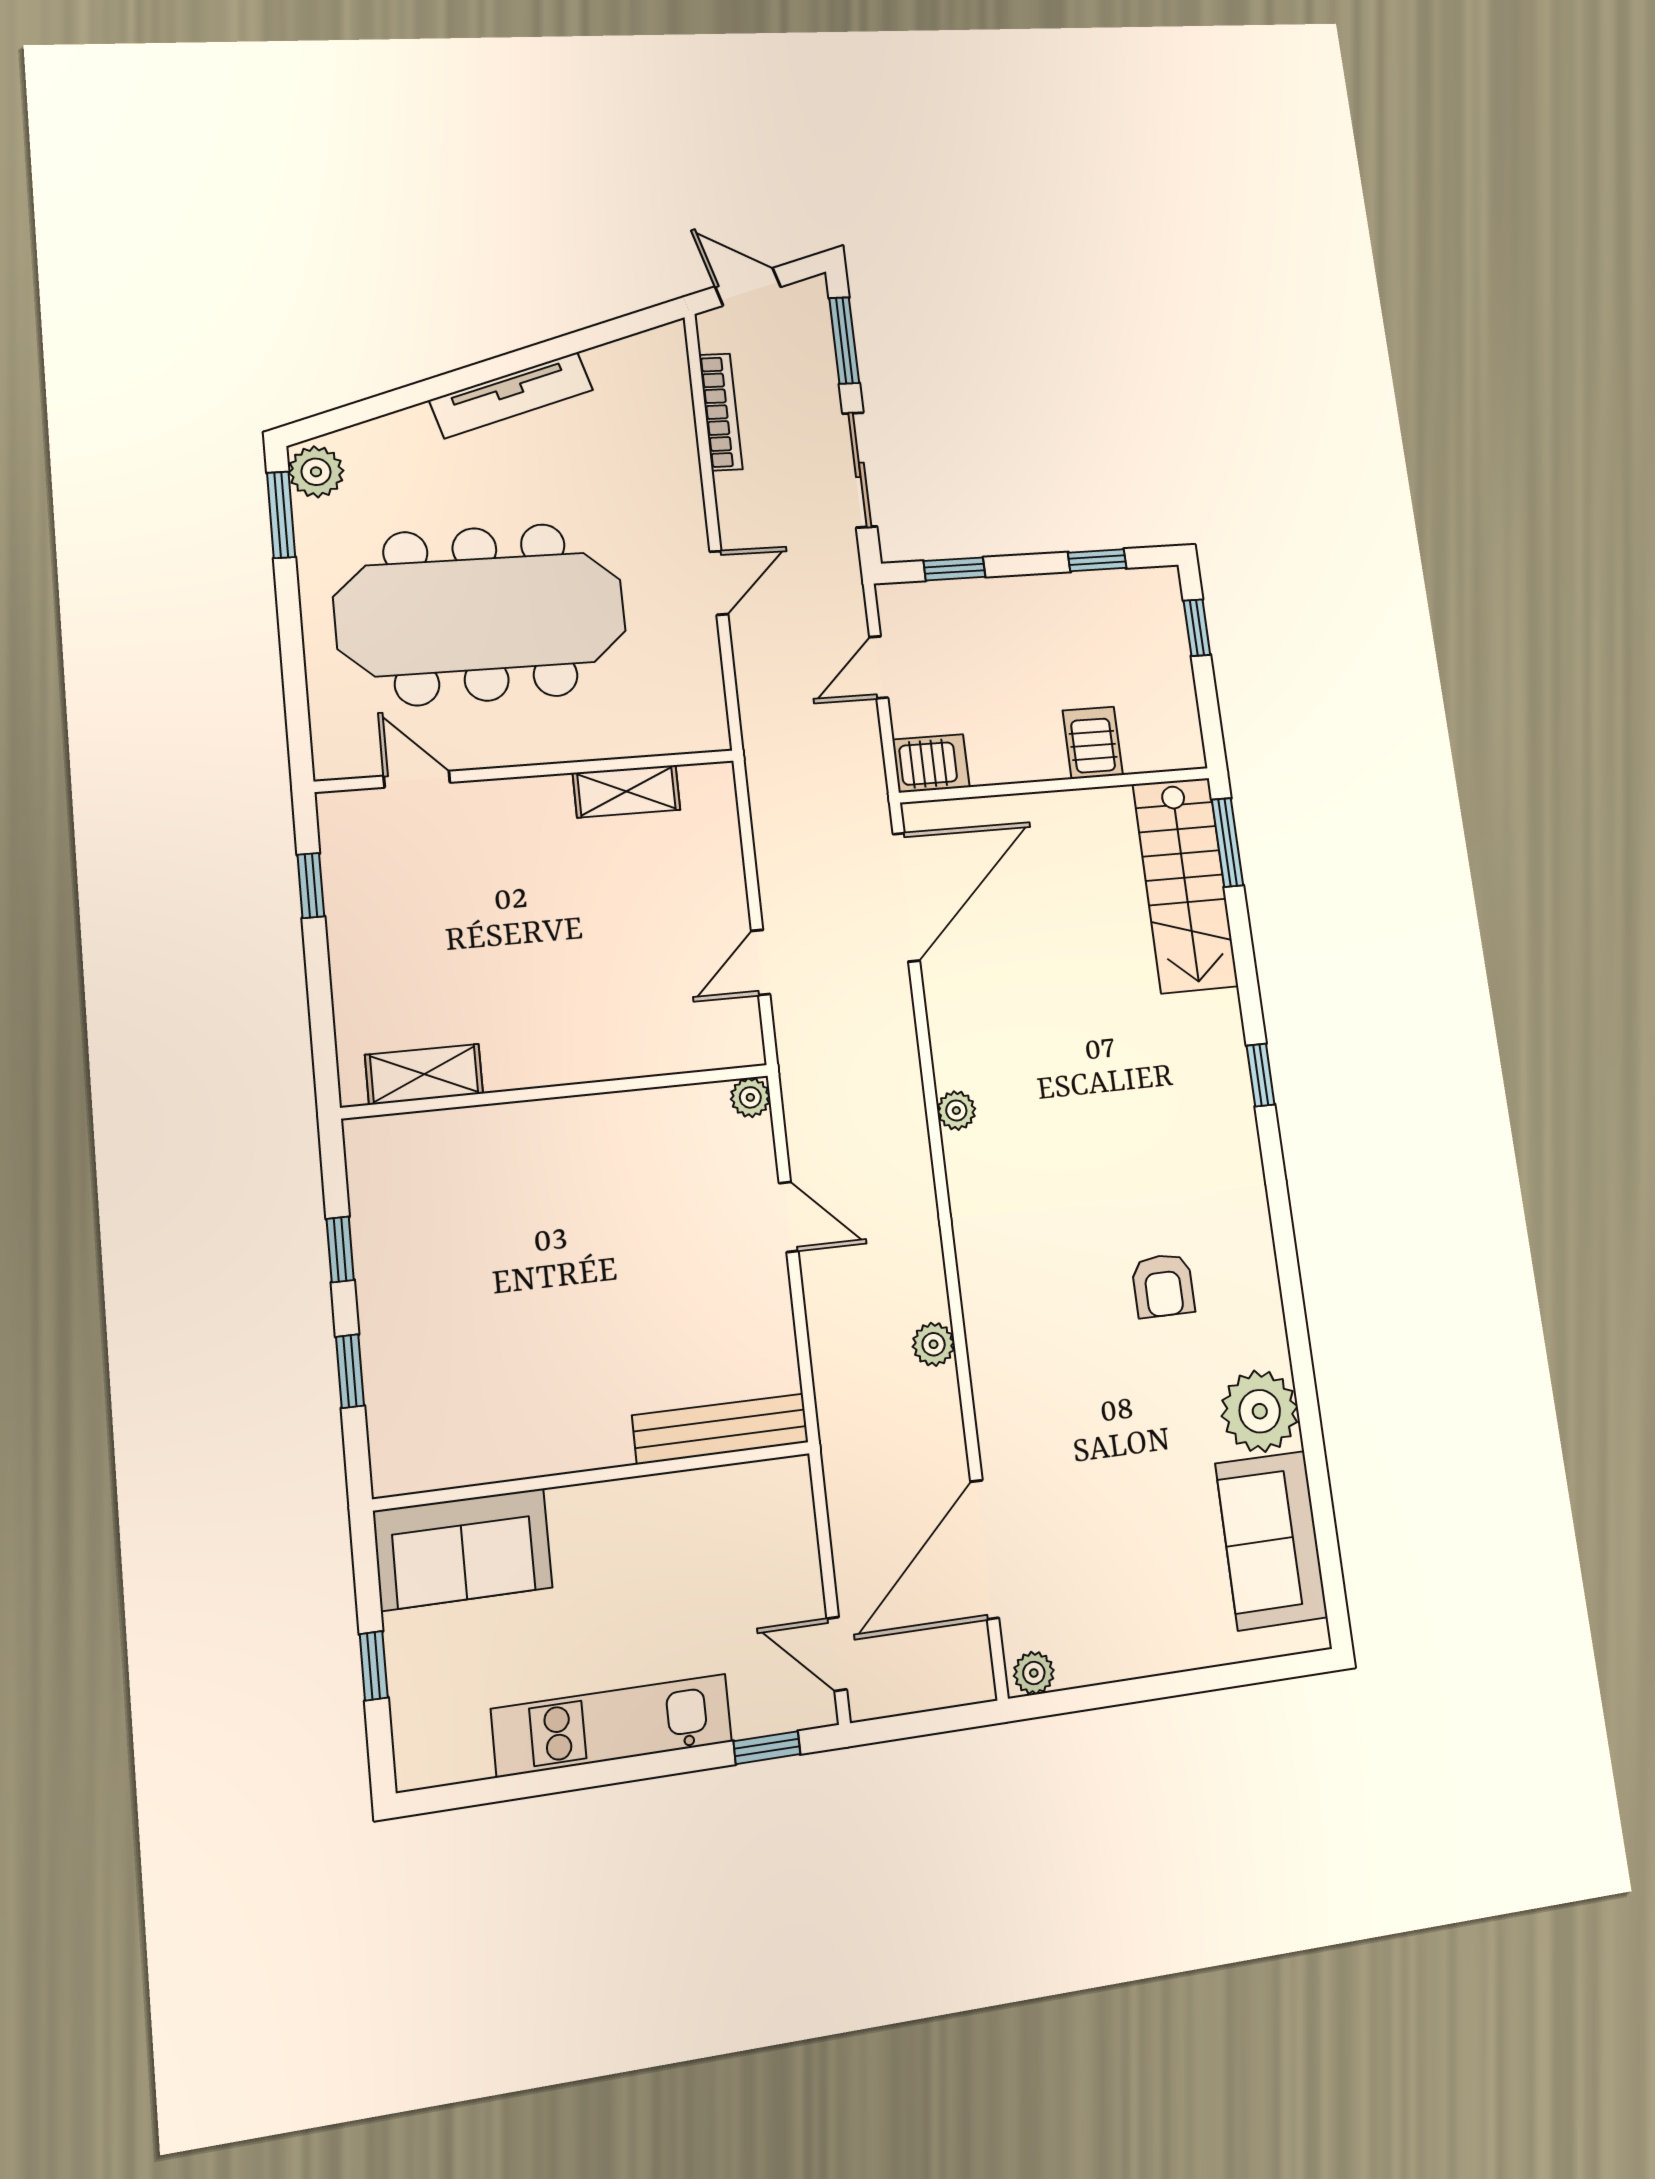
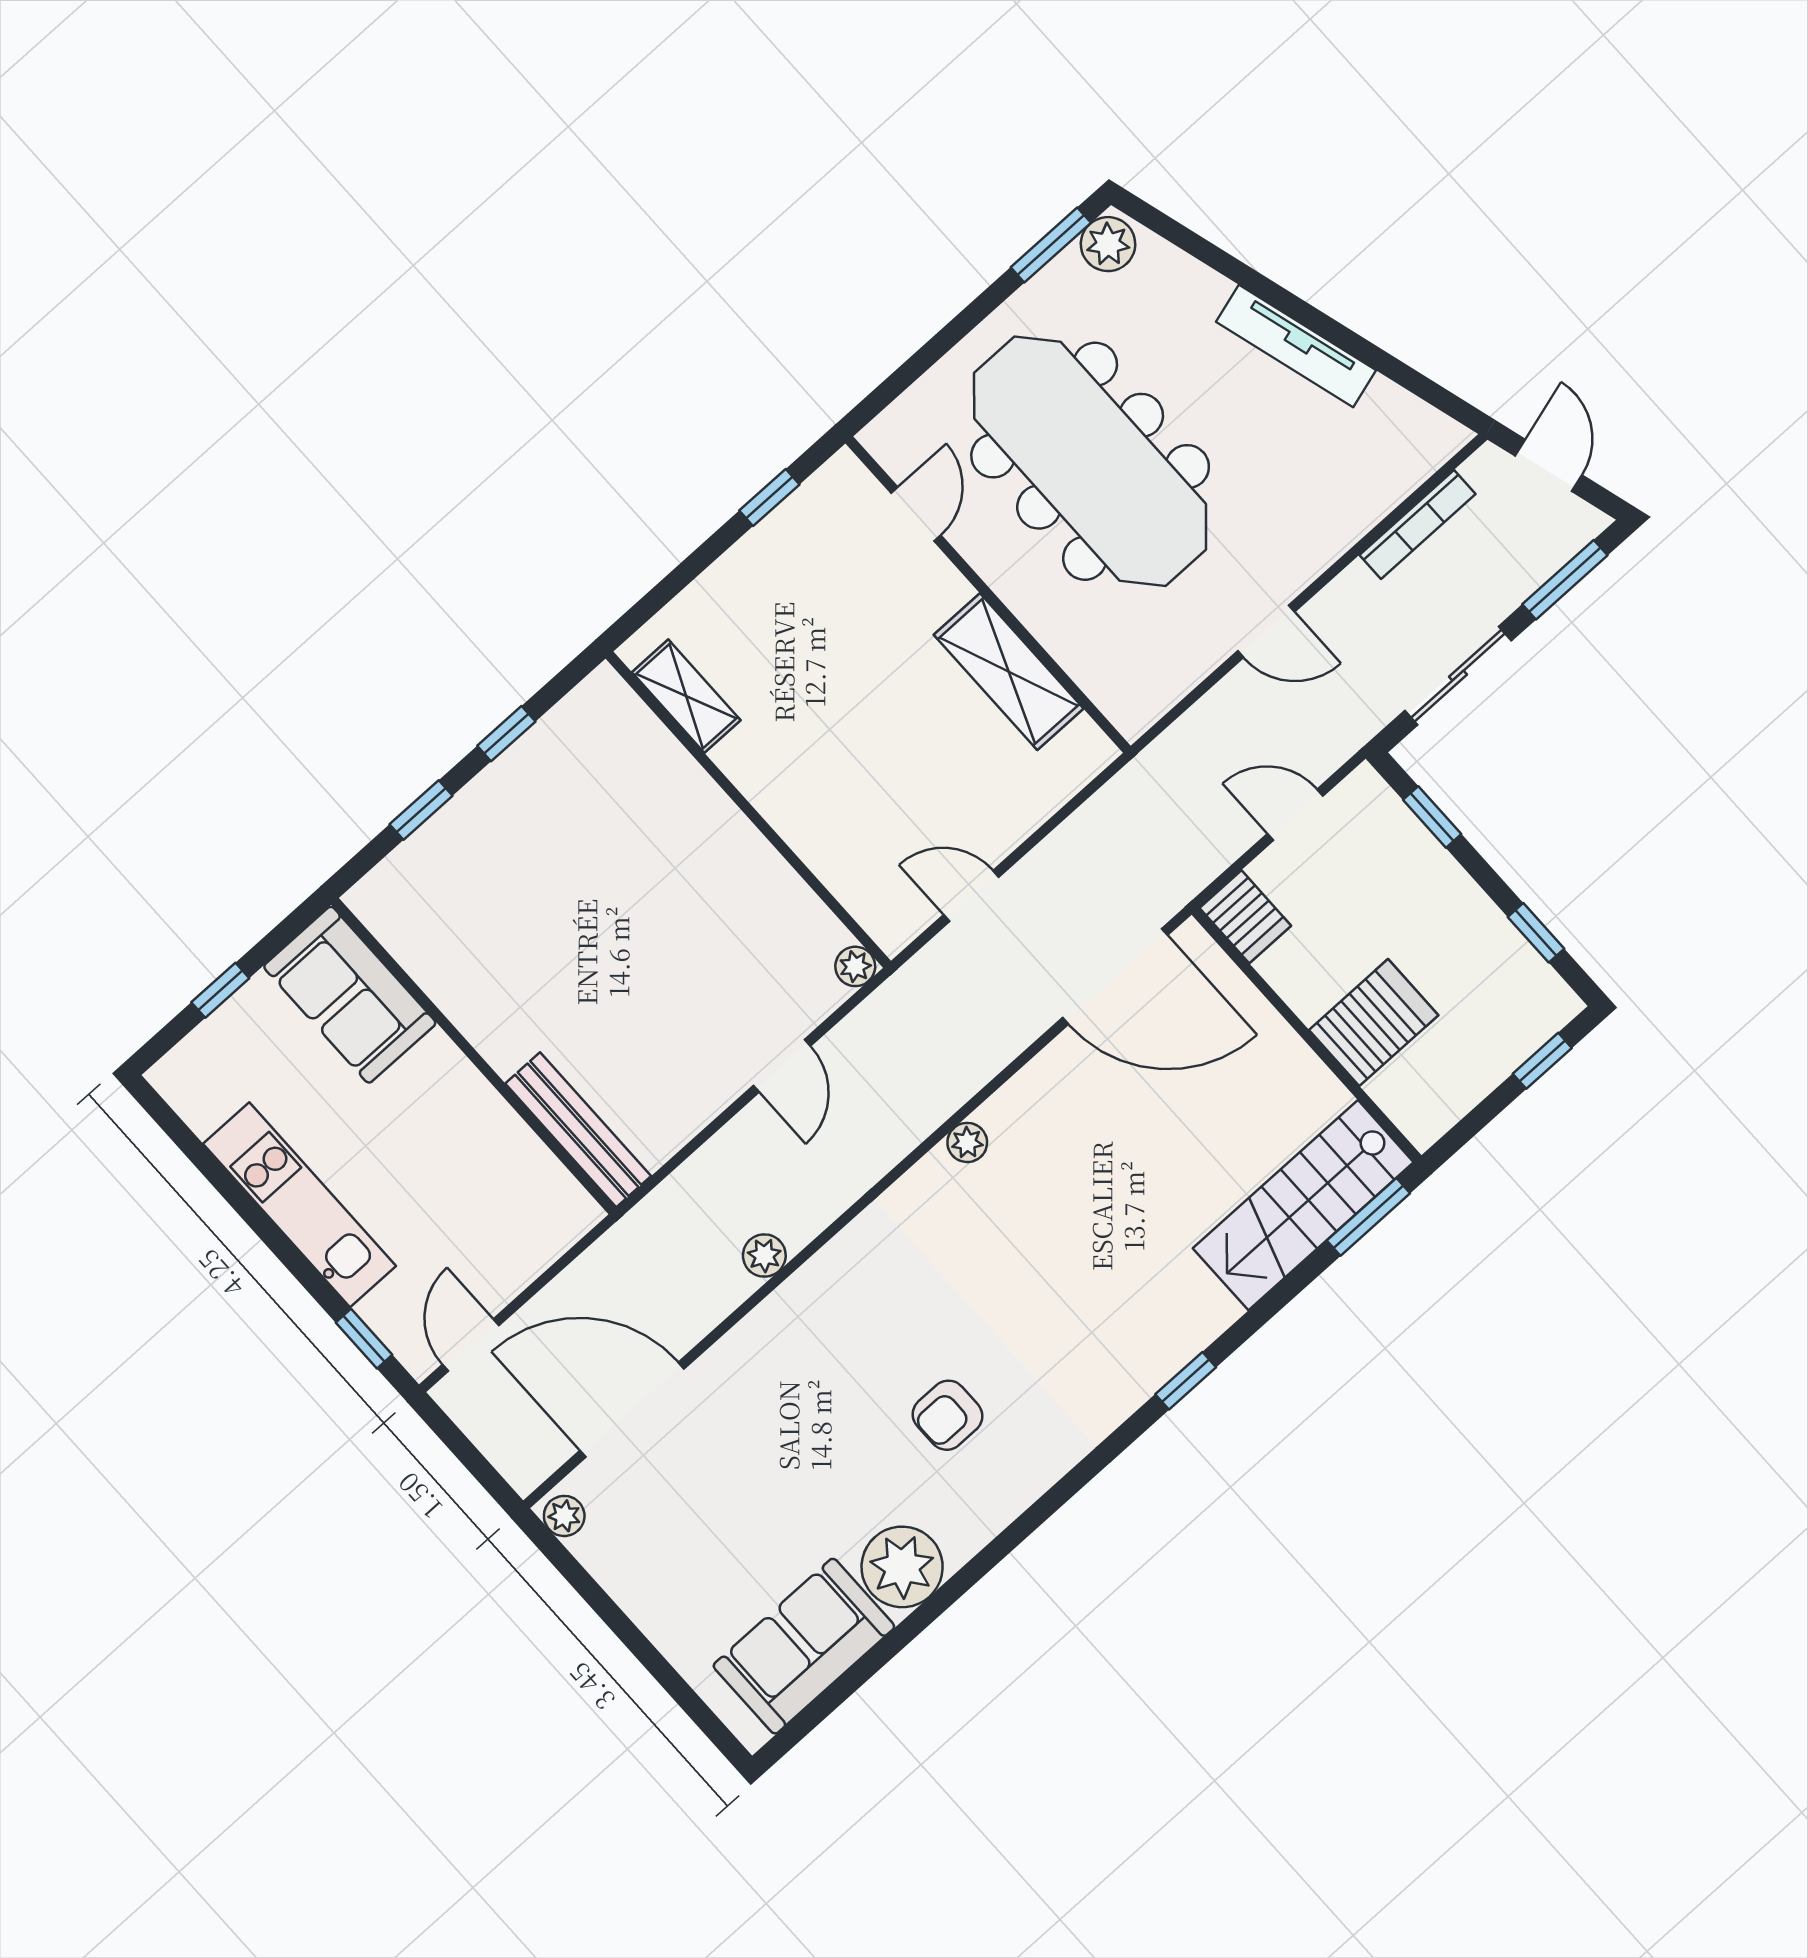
server rack: (1093, 743) -> (1374, 1023), width x1.36, depth x1.44
shelving: (626, 791) -> (1009, 672), width x1.50, depth x1.33

